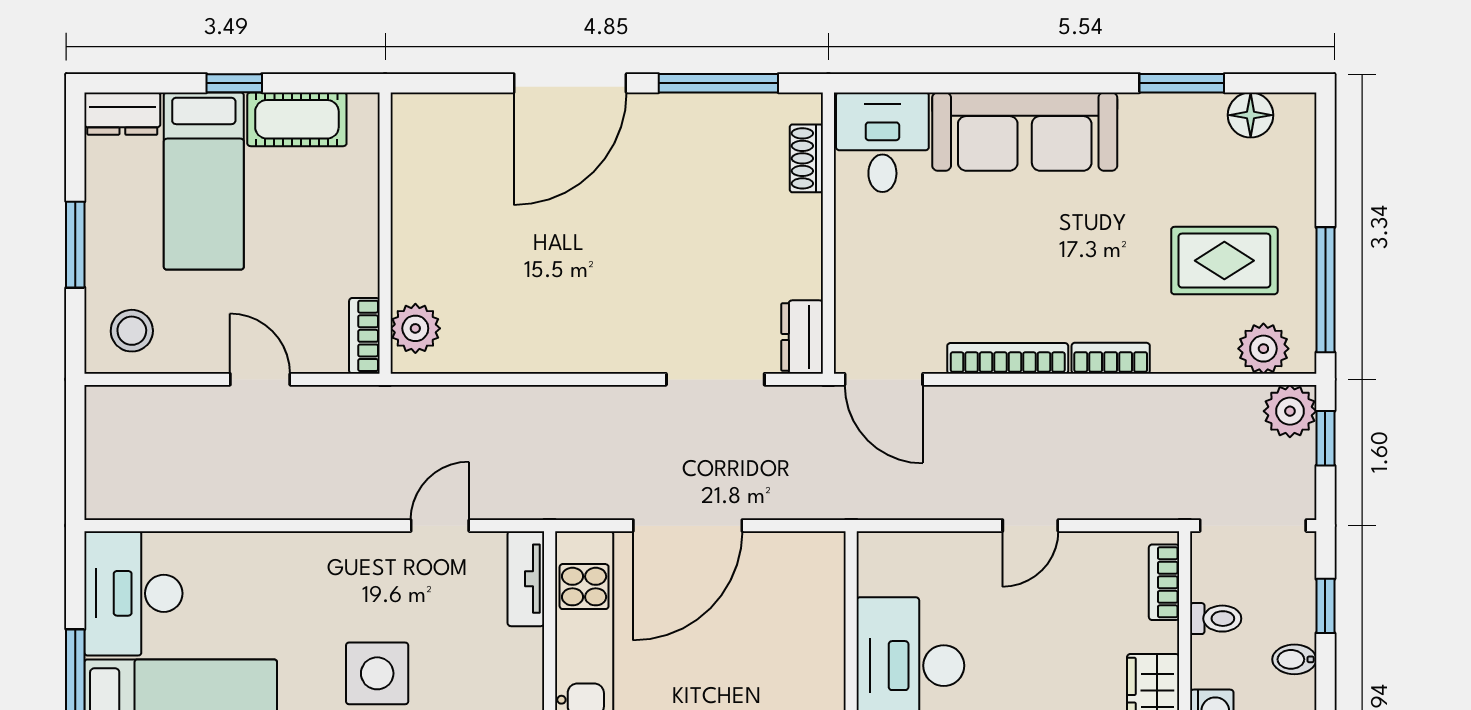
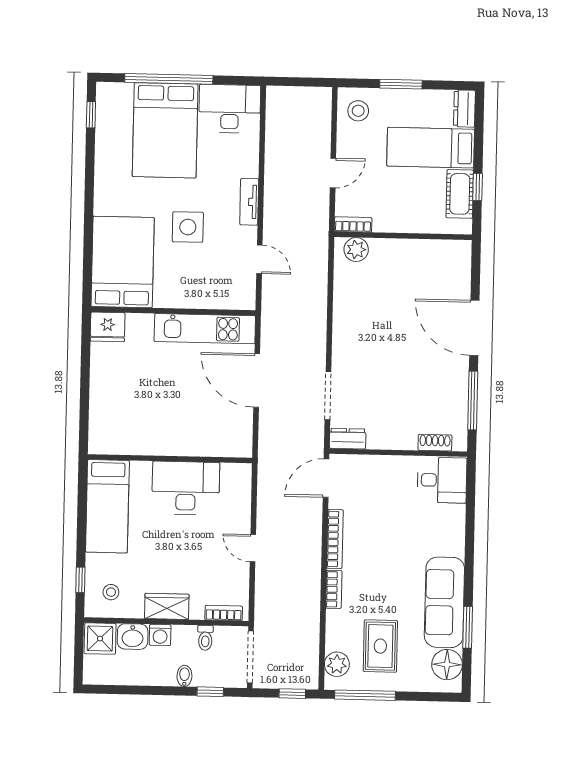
window: (234, 83) -> (478, 187), moved
floor lamp: (1251, 115) -> (447, 665), width x1.38, depth x1.38
sofa: (1025, 132) -> (444, 602), moved
plant: (1290, 411) -> (306, 676), removed
tv unit: (526, 579) -> (249, 202), moved, turned -90

